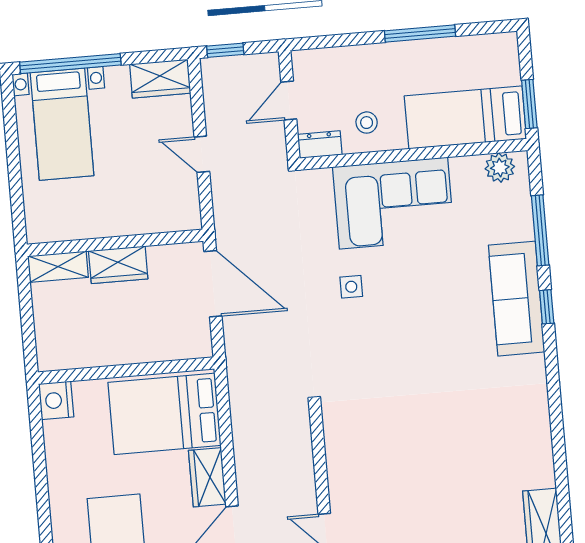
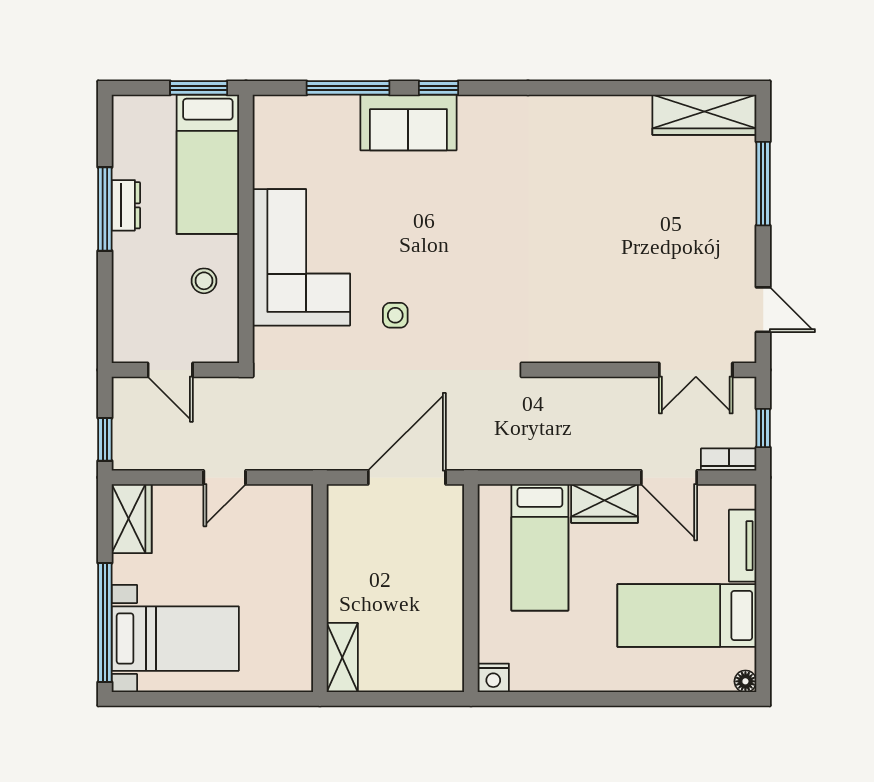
dresser: (320, 144) -> (126, 205), moved, turned 180
plant: (500, 168) -> (270, 129), removed
wardrobe: (118, 265) -> (346, 587), removed
door: (213, 284) -> (407, 477), moved
sofa: (517, 299) -> (408, 122), width x0.73
nightstand: (56, 400) -> (493, 678), width x0.74, depth x0.75
bed: (165, 414) -> (540, 547), width x0.67

